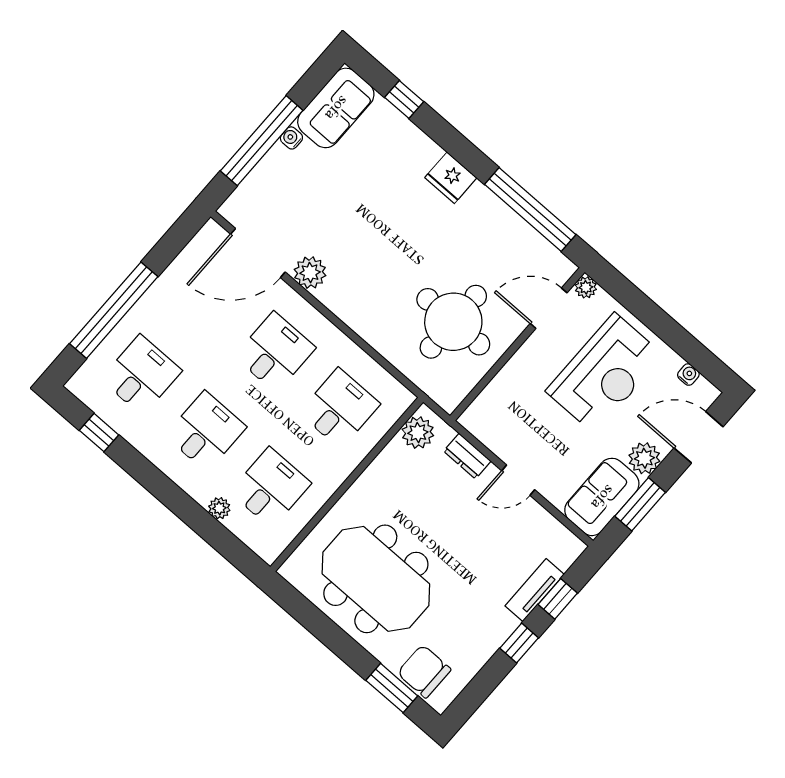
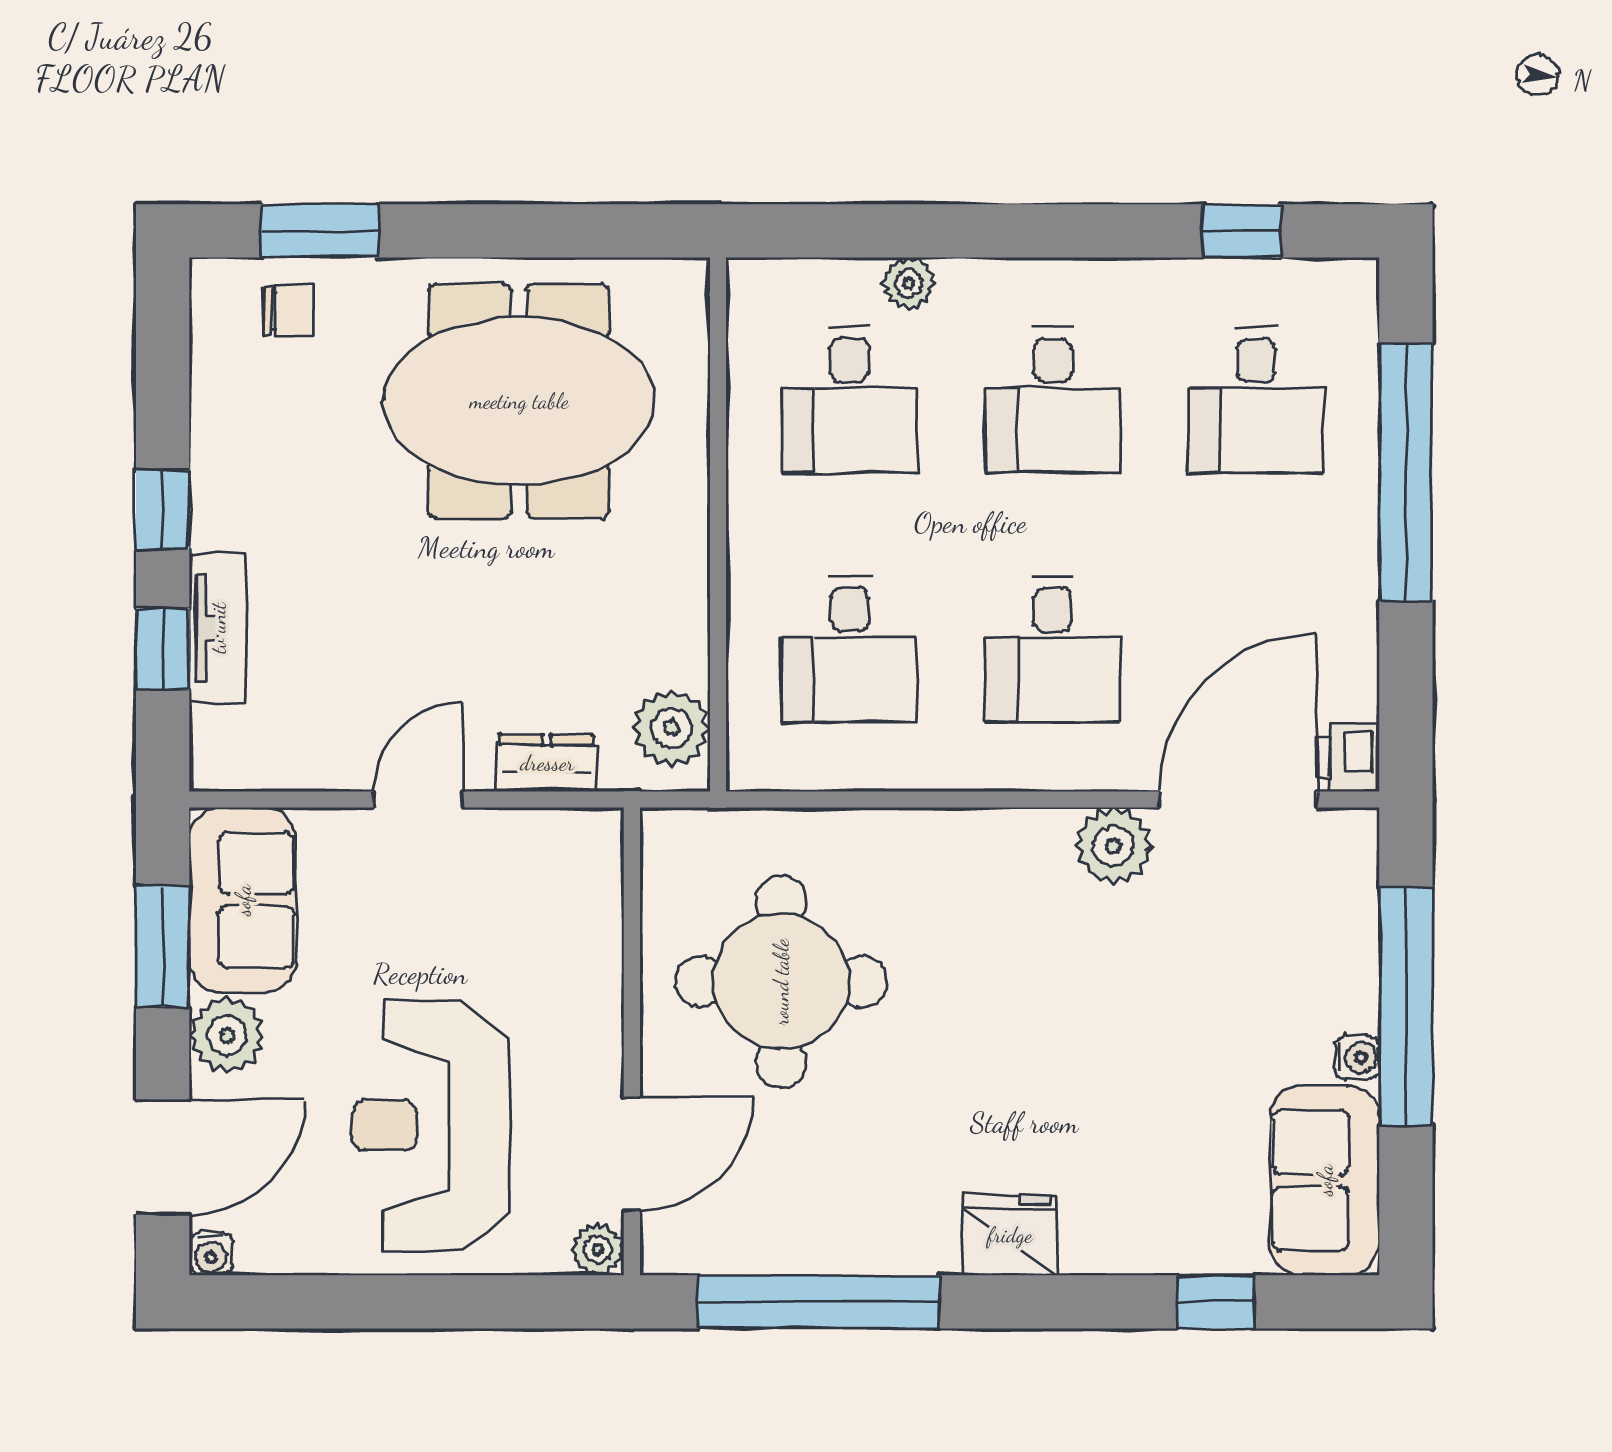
printer: (211, 236) -> (1348, 757), added
water cooler: (688, 375) -> (211, 1254), moved
chair: (424, 671) -> (288, 311), width x0.54, depth x0.54

